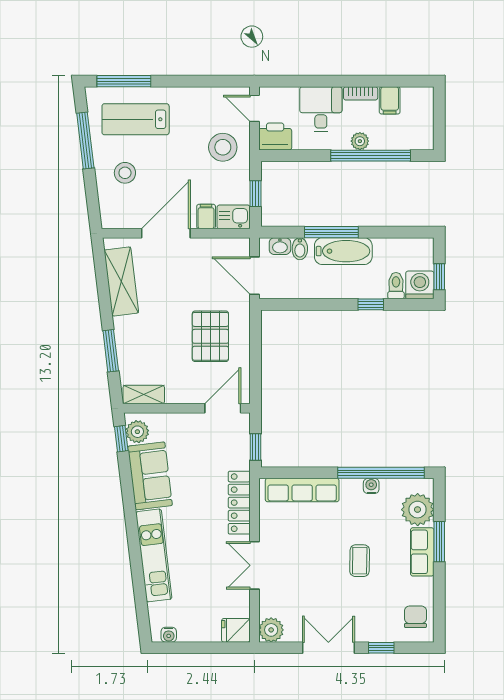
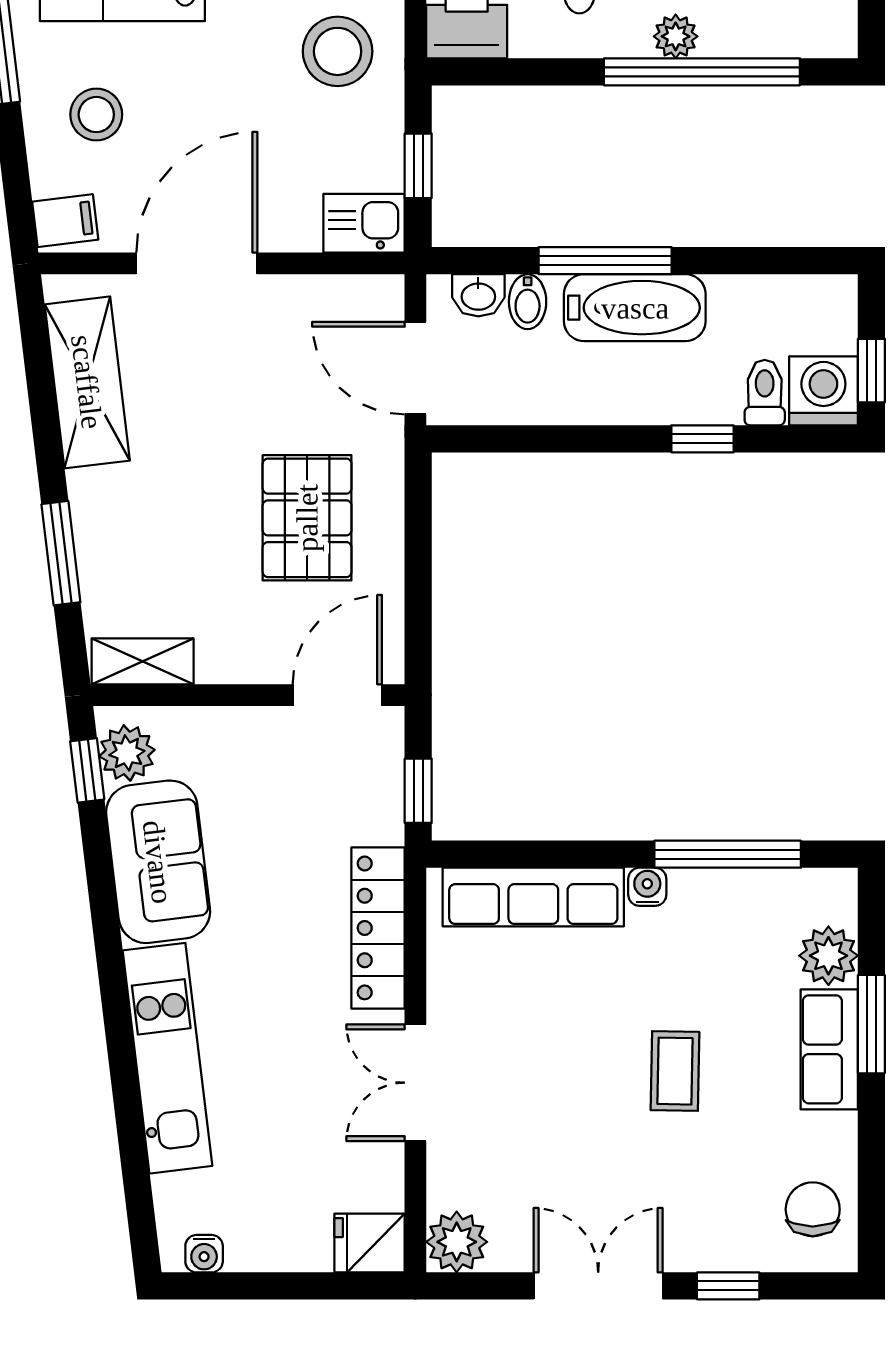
filing cabinet: (206, 216) -> (65, 221), moved, turned 83
window: (381, 473) -> (728, 854), width x0.68
water cooler: (371, 486) -> (647, 887), moved
plant: (418, 510) -> (828, 956), width x0.73, depth x0.73

